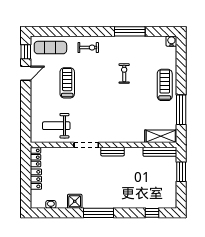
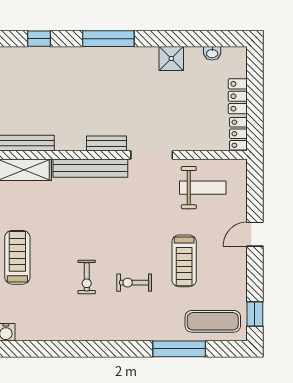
window: (130, 31) -> (179, 349), moved
exercise bike: (88, 48) -> (134, 283), moved
door: (26, 73) -> (255, 234), moved
treadmill: (165, 85) -> (17, 257), turned 180
bench: (122, 137) -> (90, 168), added
window: (99, 213) -> (108, 39), moved

